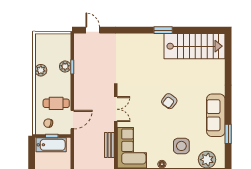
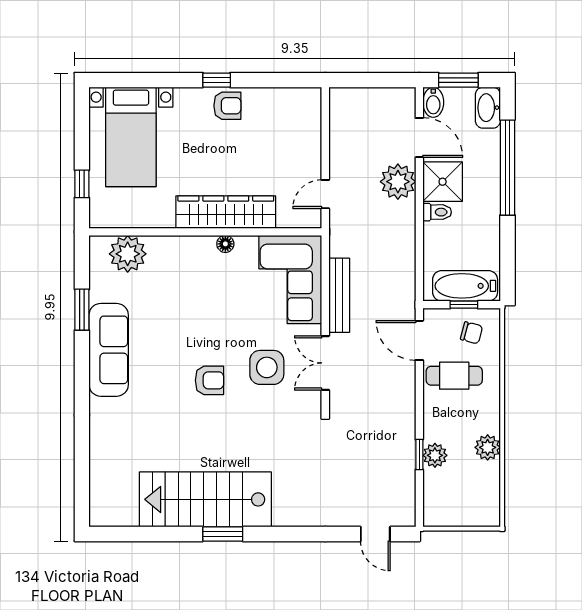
stairs: (194, 46) -> (205, 499), moved
armchair: (169, 101) -> (209, 380), turned 53
door: (72, 120) -> (419, 340), hinge flipped
bench: (109, 145) -> (339, 295), width x1.36
side table: (181, 146) -> (267, 367), moved

